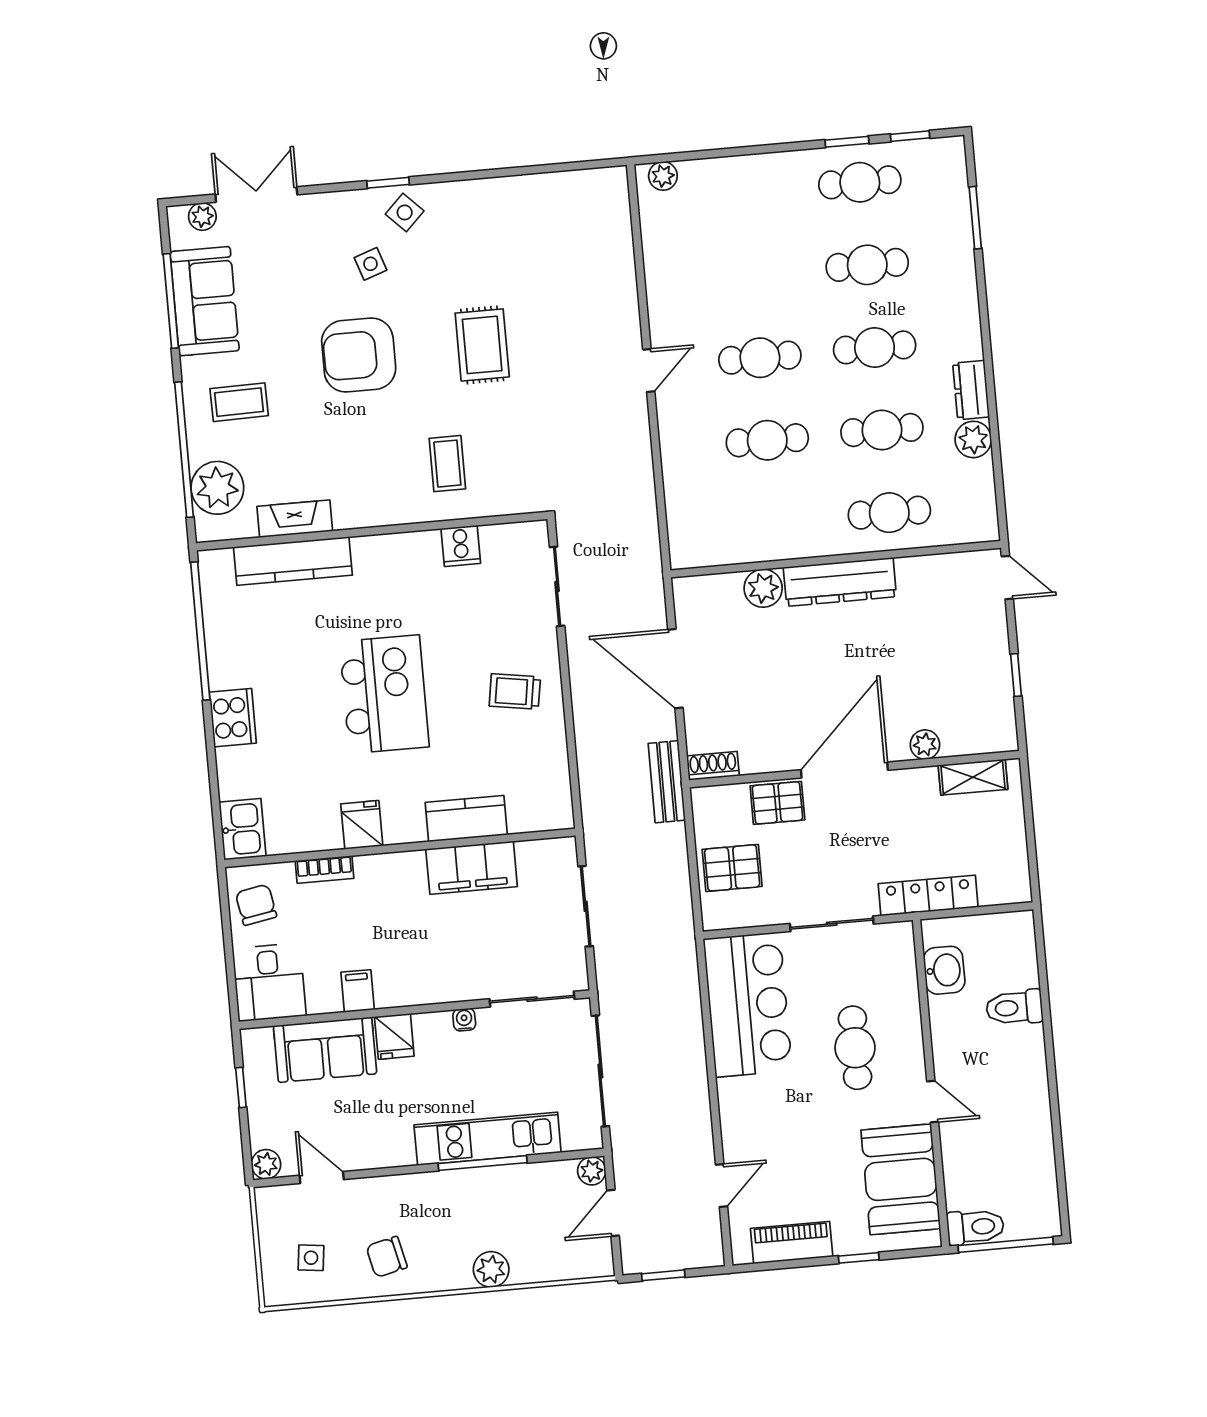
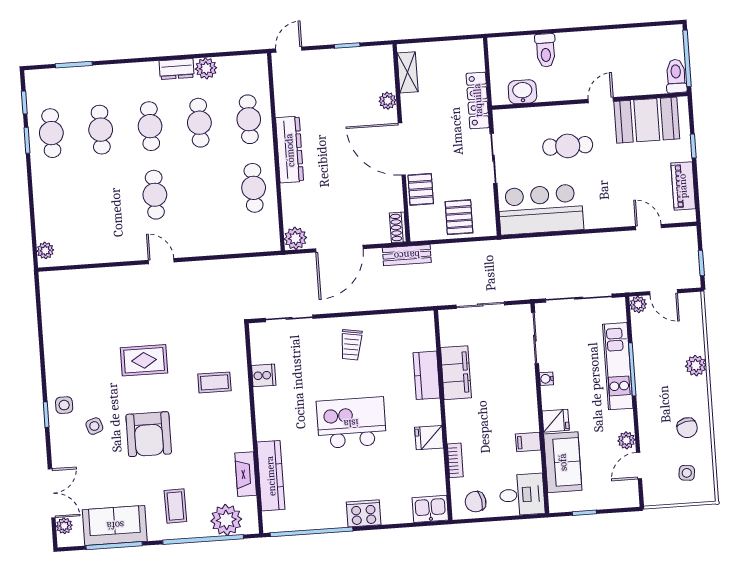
double door: (256, 194) -> (52, 493), swing flipped
side table: (405, 212) -> (64, 405), turned 45
cafe table: (767, 440) -> (254, 188), moved
plant: (763, 588) -> (295, 238), moved
plant: (266, 1164) -> (626, 440), moved

